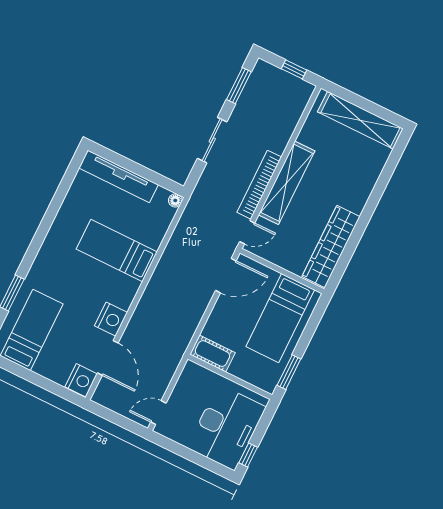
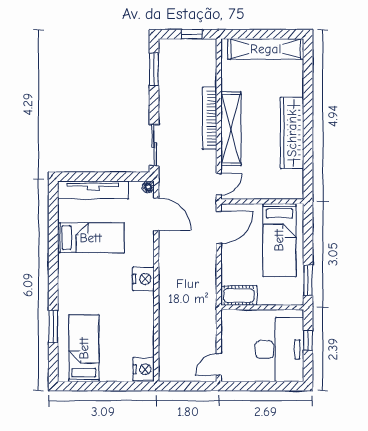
sliding door: (212, 140) -> (154, 145), moved
bookcase: (259, 185) -> (210, 118), moved
wardrobe: (331, 247) -> (292, 133), moved
bed: (117, 251) -> (91, 238), moved, turned 180
nightstand: (111, 319) -> (143, 279), moved
door: (108, 358) -> (156, 214), moved
window: (248, 455) -> (308, 340), moved

